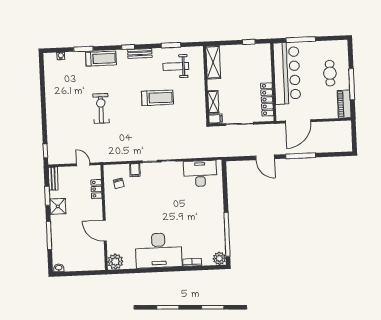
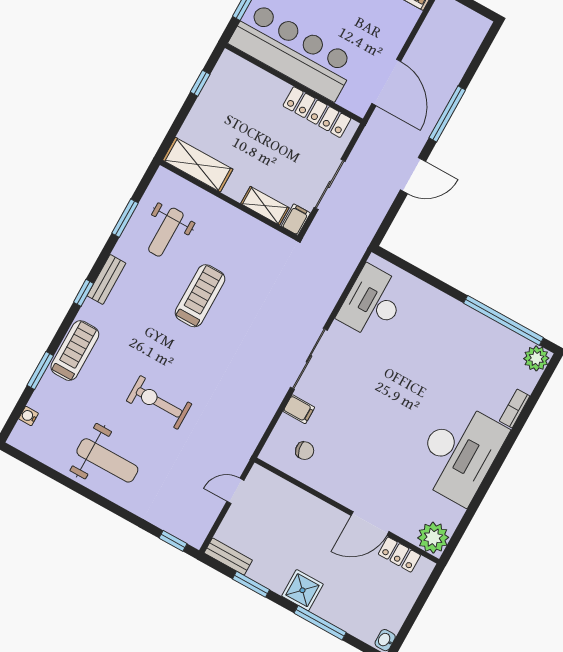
weight bench: (63, 102) -> (107, 460), added
locker: (96, 189) -> (399, 555), moved
shower: (58, 206) -> (302, 590), moved

